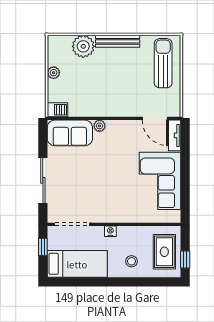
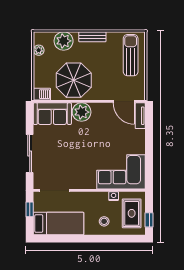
bench: (118, 41) -> (92, 37), width x0.73
plant: (54, 73) -> (39, 50), moved
parasol: (95, 93) -> (74, 80), added
plant: (99, 126) -> (82, 112), width x1.88, depth x1.88
corner sofa: (160, 181) -> (121, 172), moved, turned 90
nightstand: (110, 231) -> (114, 196), moved

